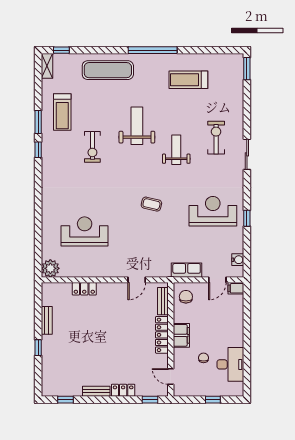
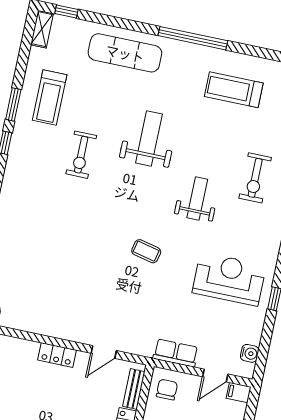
exercise bike: (216, 138) -> (255, 178), turned 180
weight bench: (176, 150) -> (197, 198), moved
reception desk: (85, 231) -> (46, 270), removed
locker: (84, 289) -> (57, 355), moved

